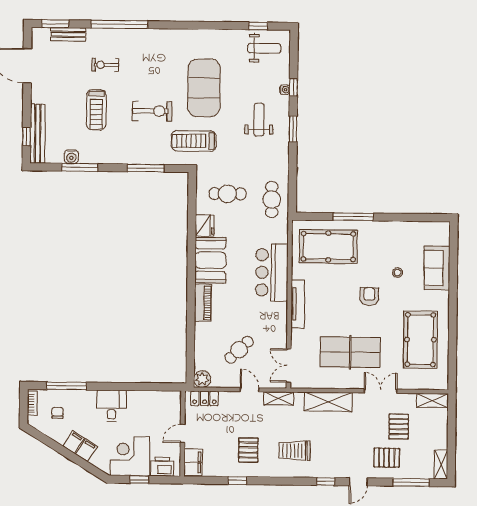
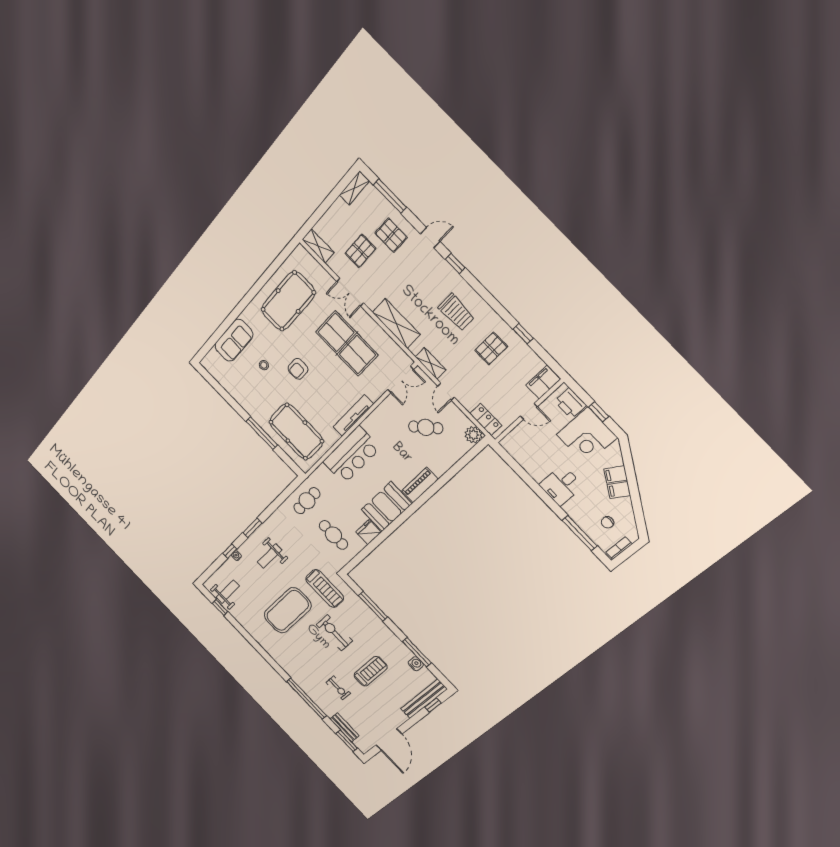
weight bench: (264, 48) -> (228, 592), turned 90

